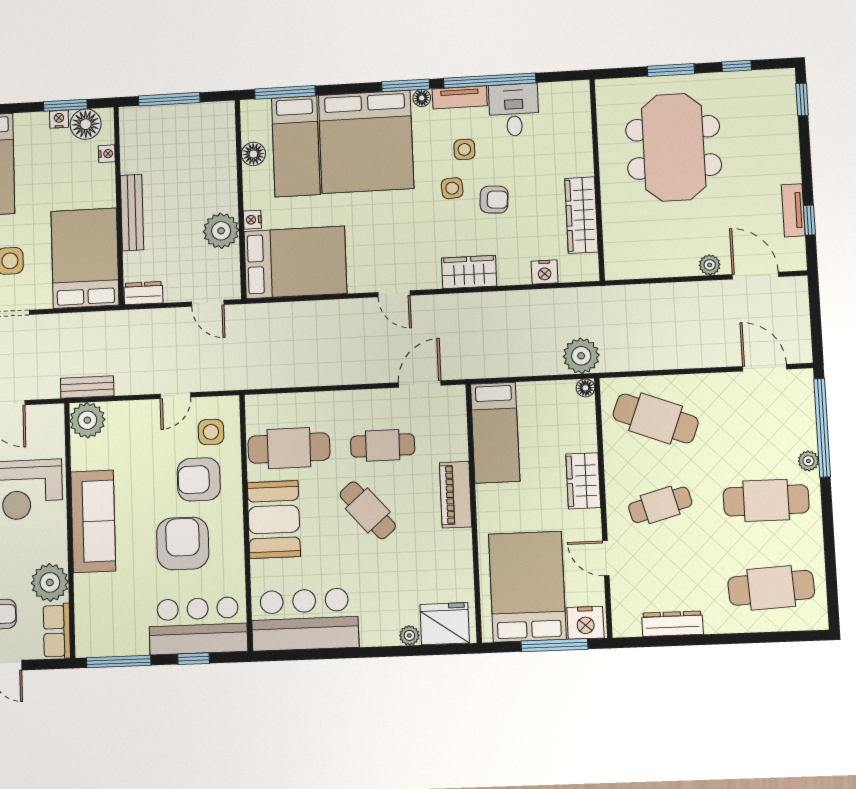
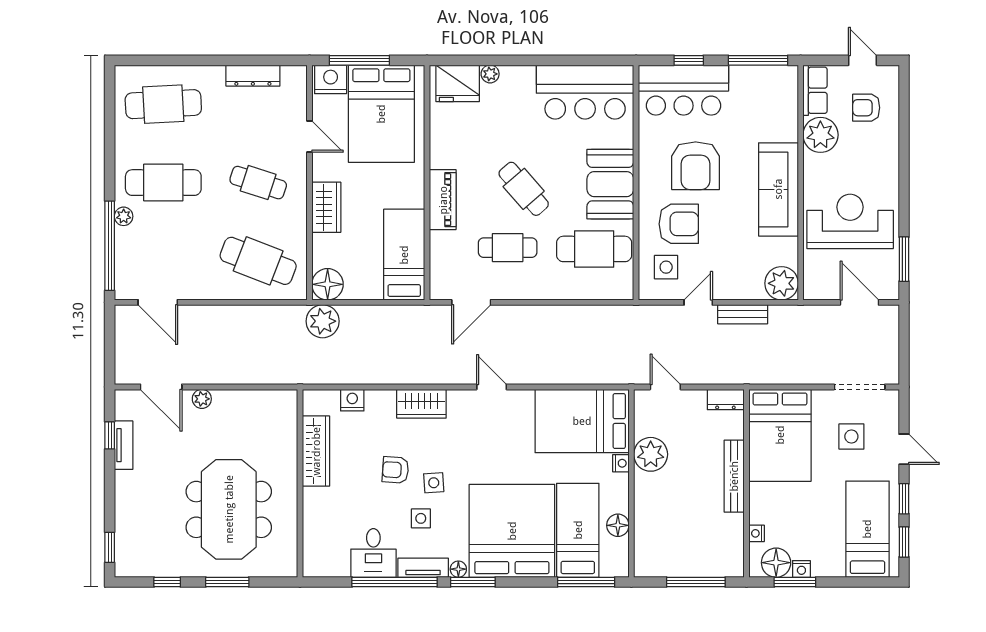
bench: (87, 387) -> (743, 314), moved
floor lamp: (585, 388) -> (328, 284), width x1.89, depth x1.89
cafe table: (660, 505) -> (258, 183), turned 33

